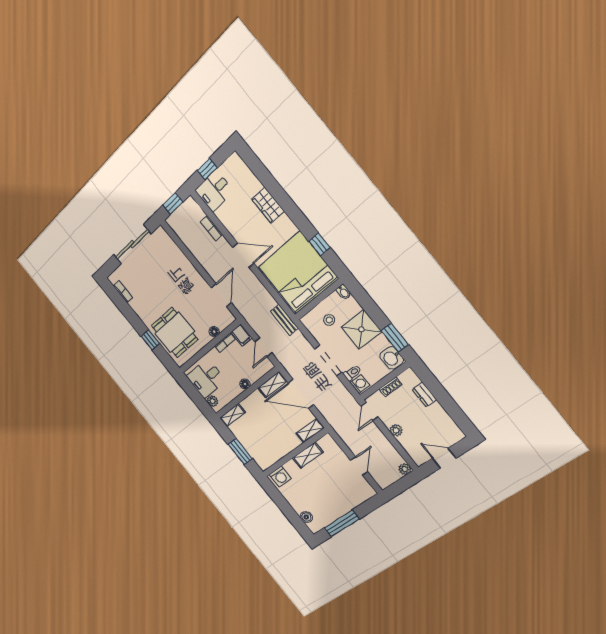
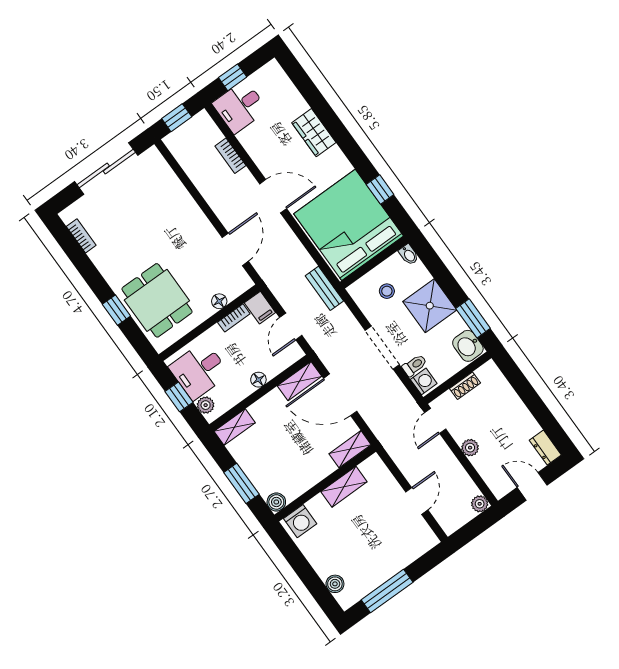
dresser: (424, 395) -> (545, 448), moved
window: (195, 396) -> (179, 397), added
boiler: (264, 464) -> (276, 502), added

